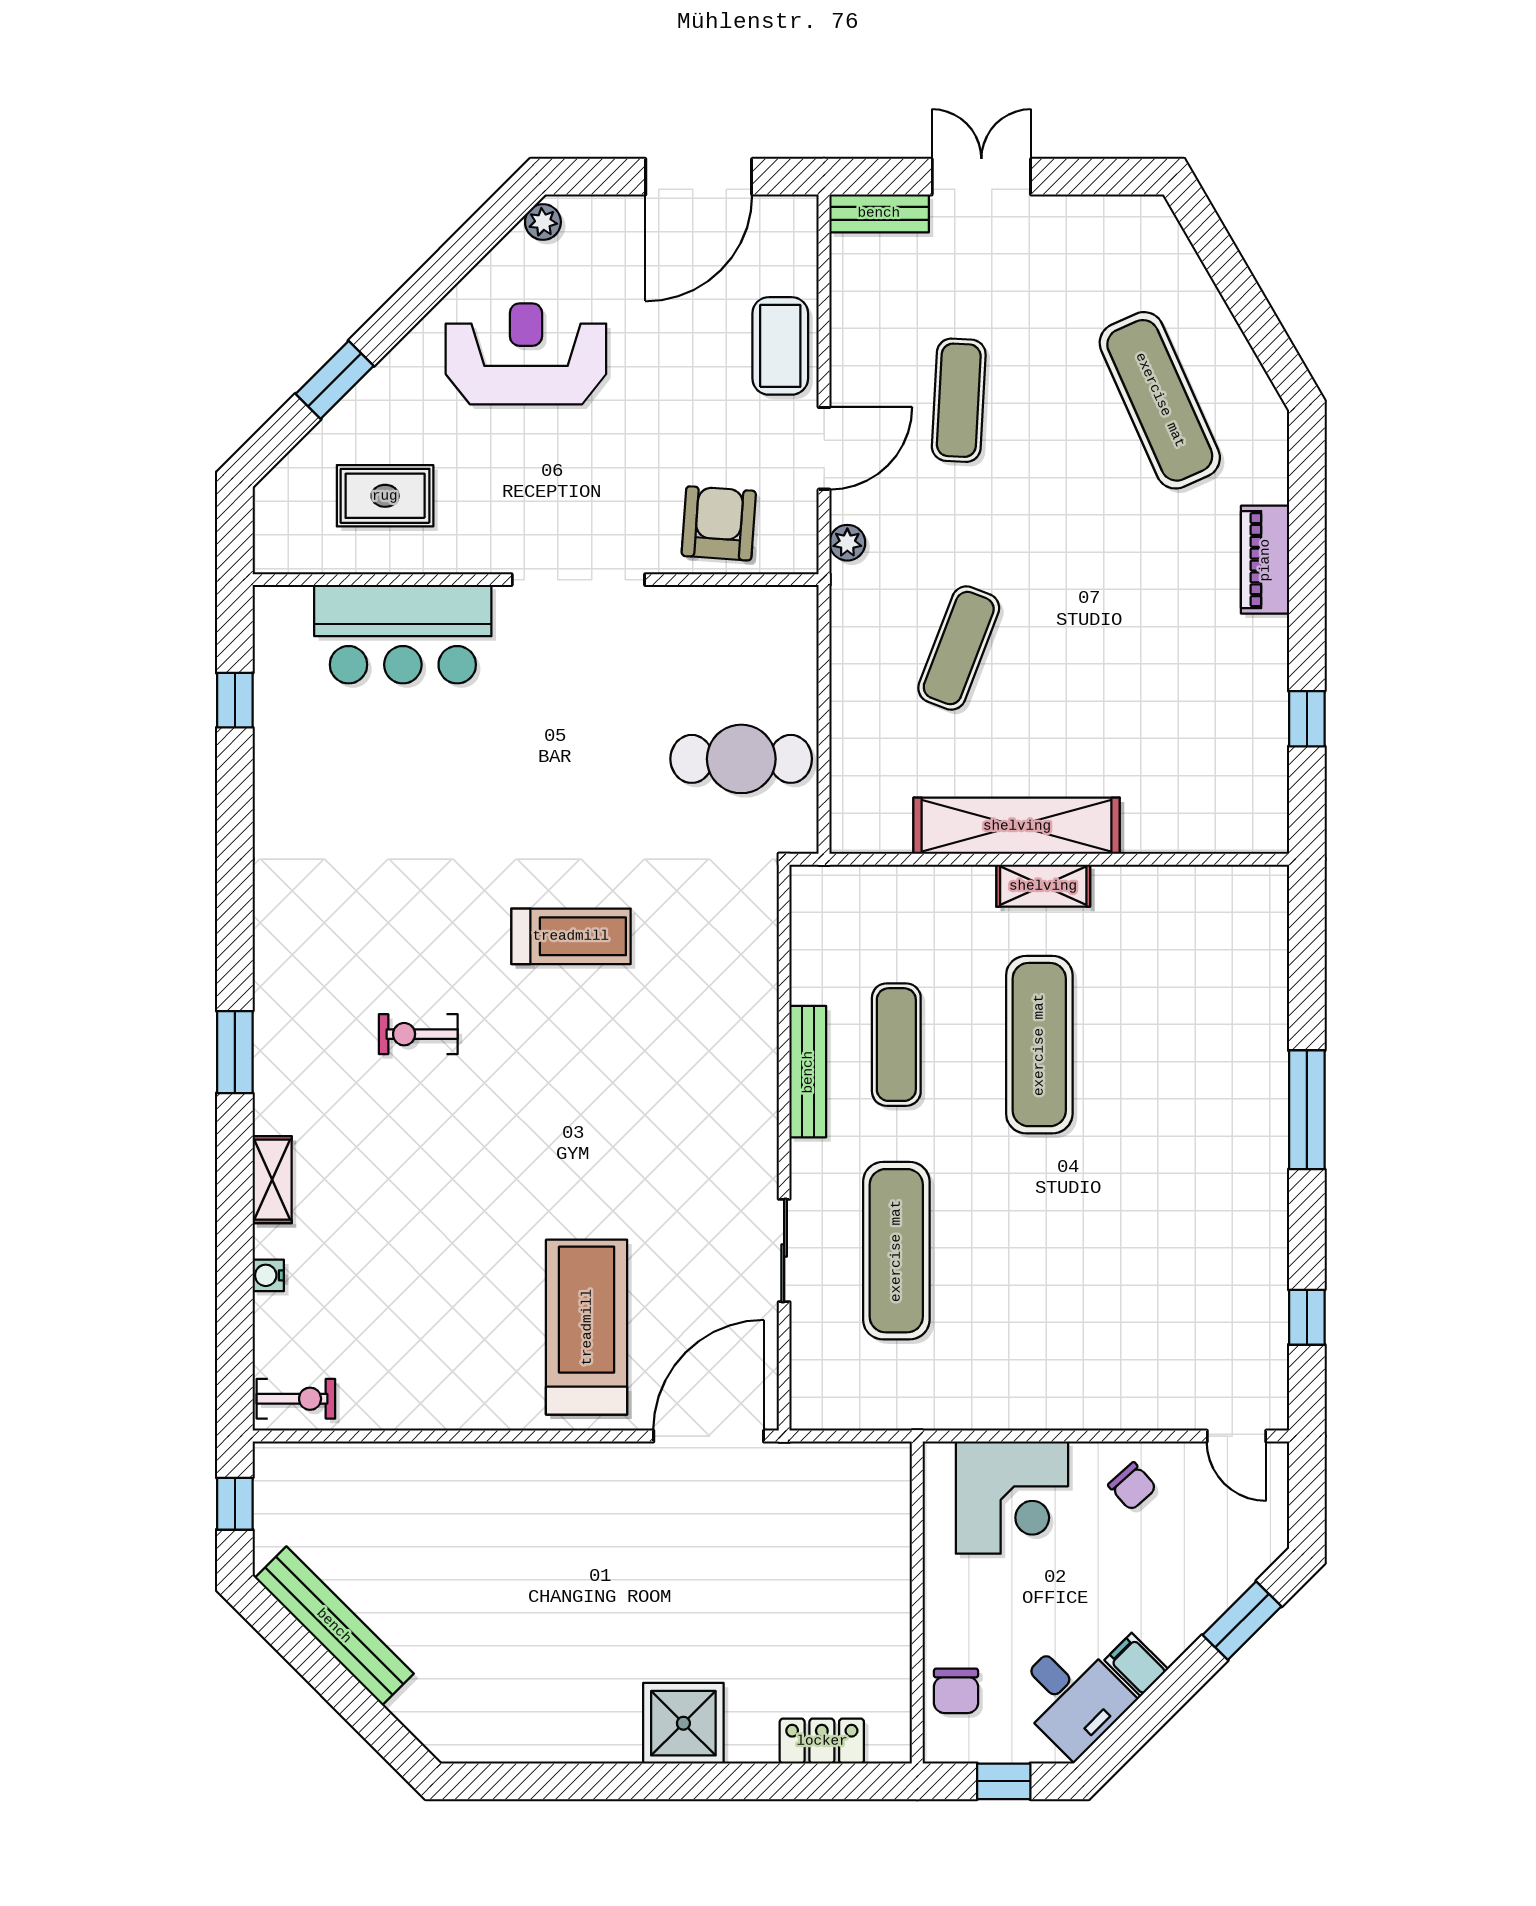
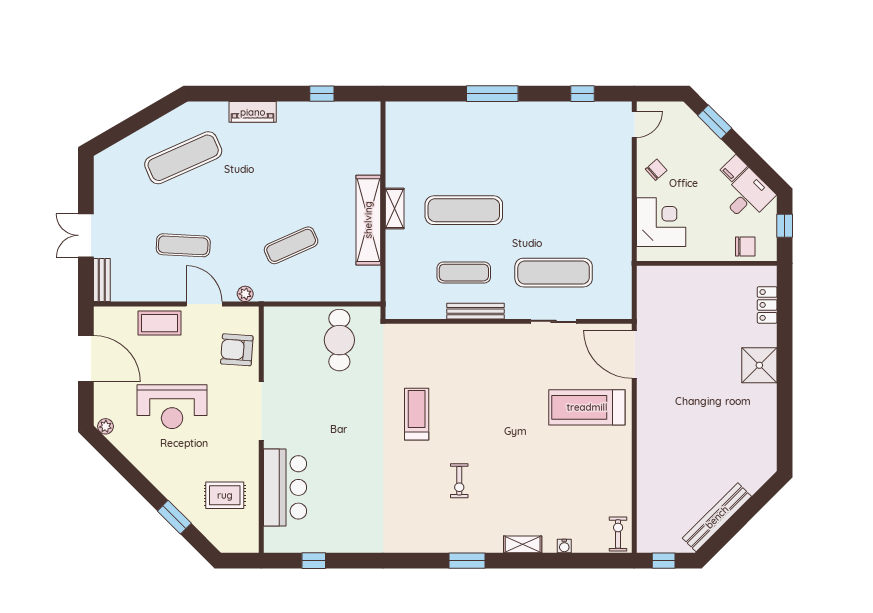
reception desk: (526, 354) -> (172, 407), moved, turned -90
rug: (385, 496) -> (225, 495), turned 90
exercise mat: (959, 648) -> (291, 245), turned -45

